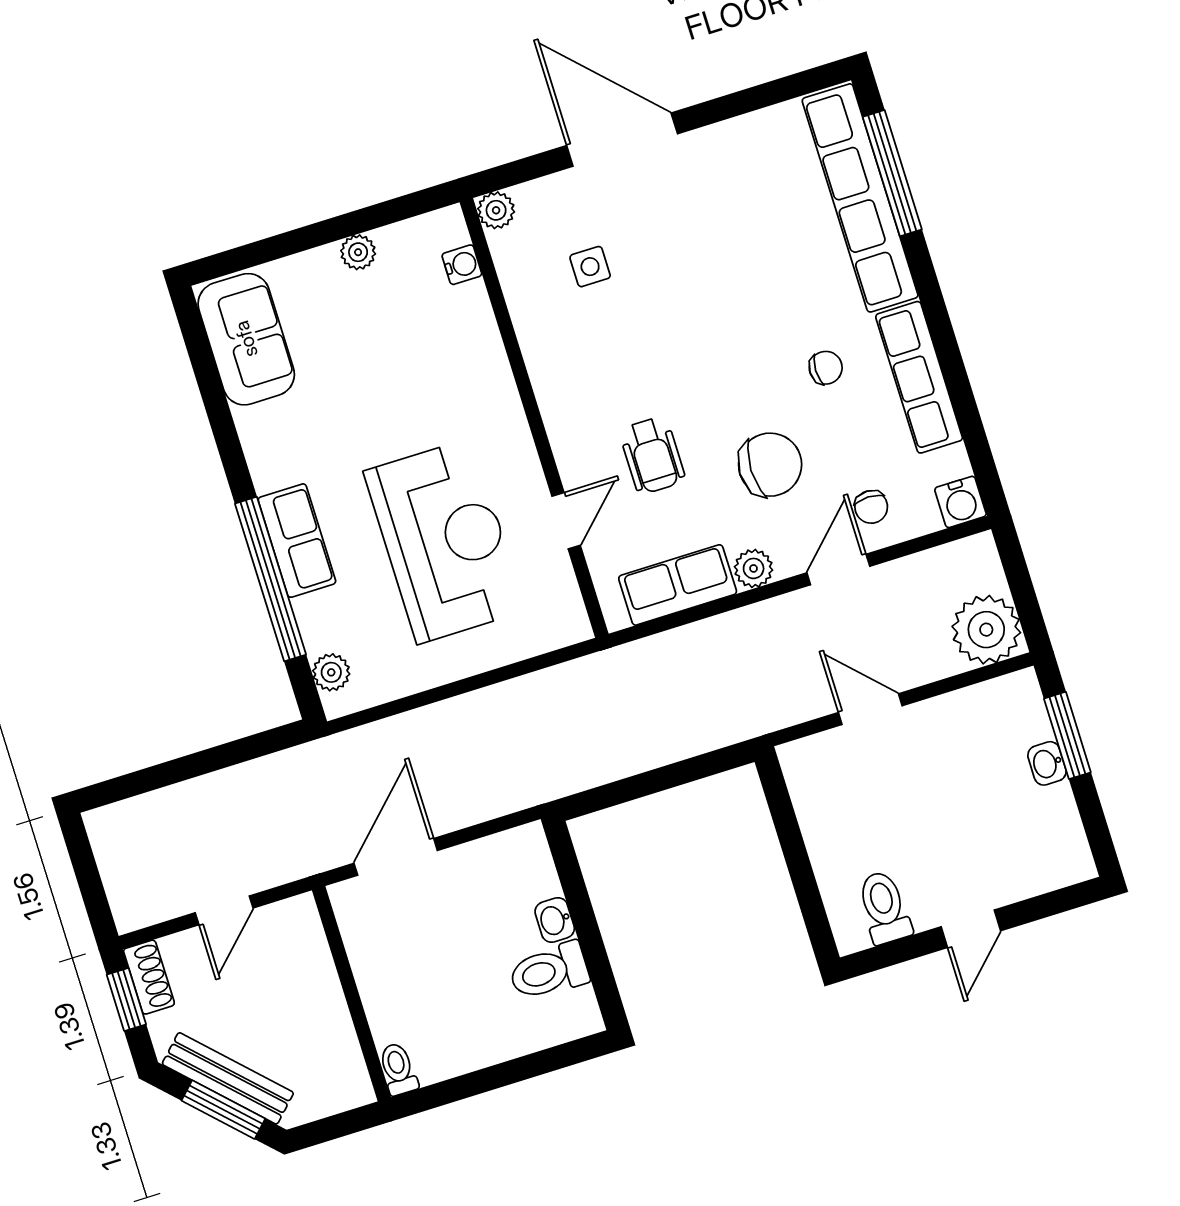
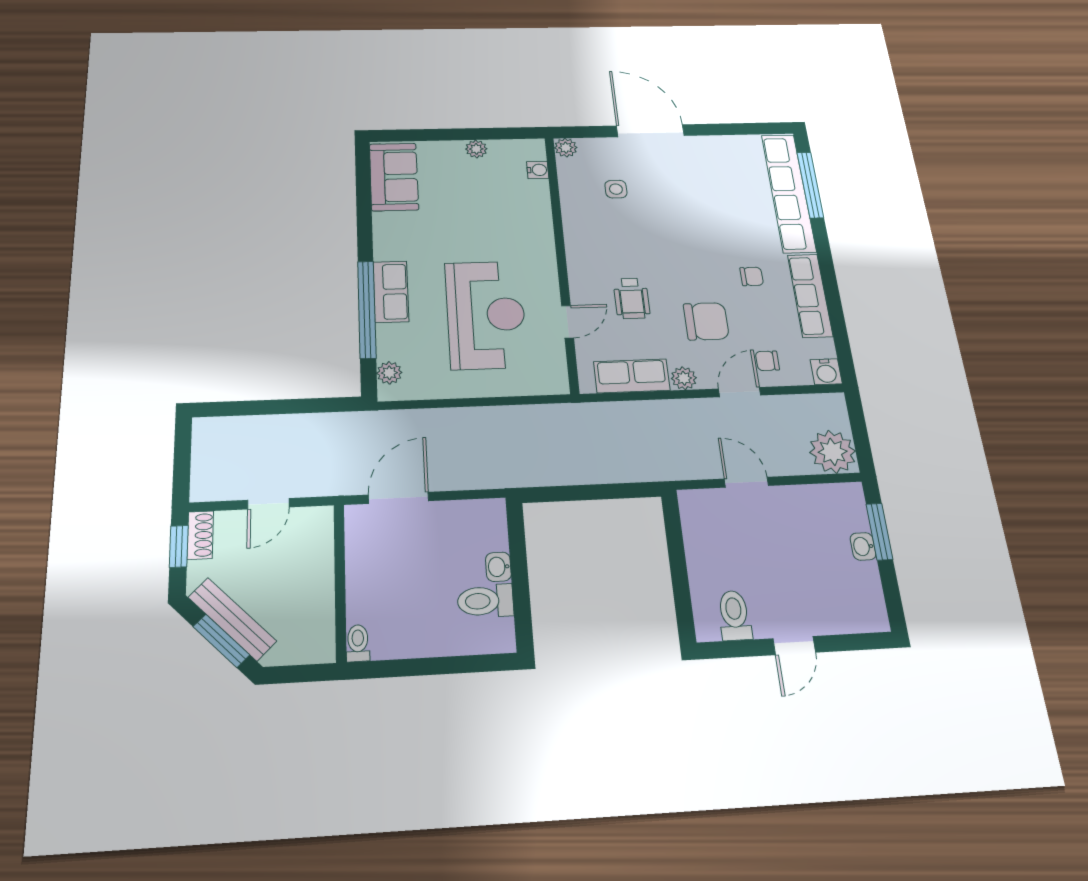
chair: (871, 507) -> (767, 361), turned 90

